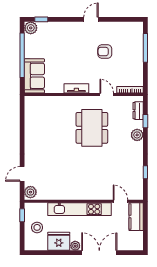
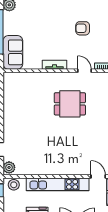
dining table: (92, 128) -> (70, 104), width x0.73
stool: (37, 227) -> (14, 185), moved

